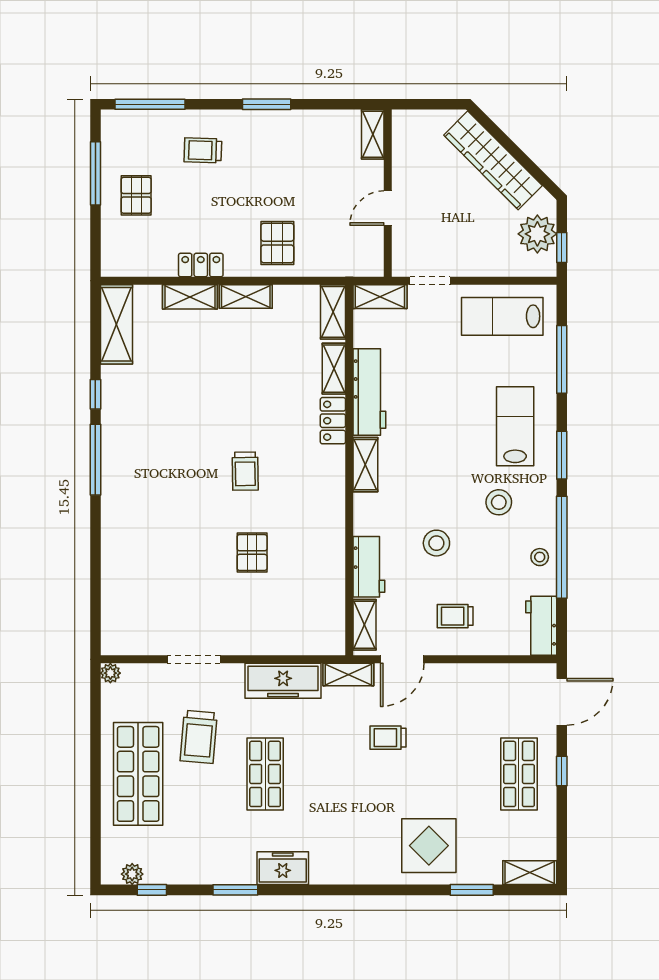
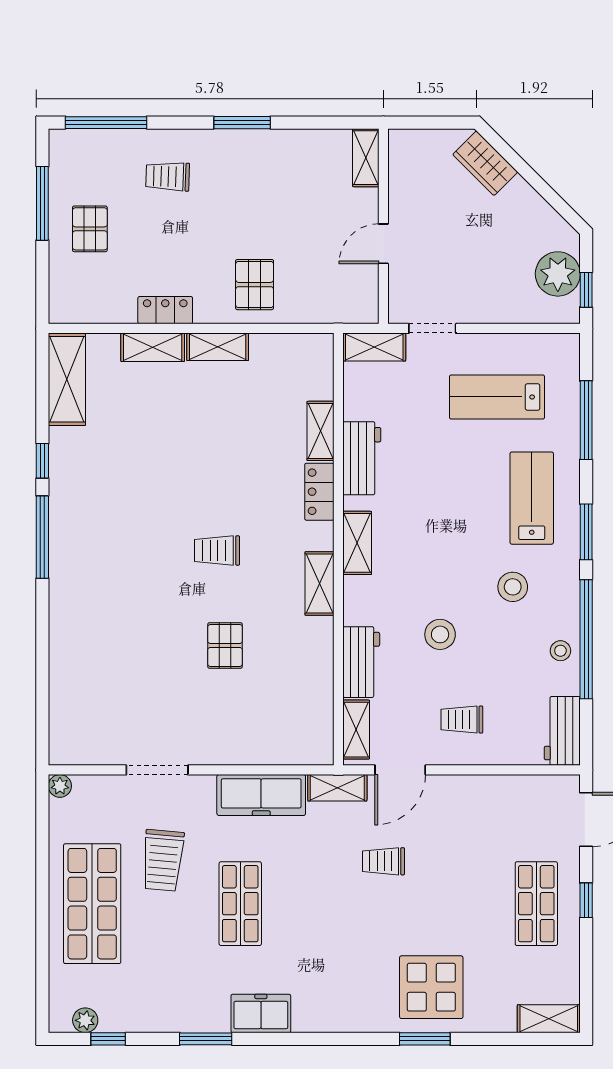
wardrobe: (493, 160) -> (485, 163), width x0.48, depth x0.85
shelving: (333, 312) -> (319, 583), moved
lab bench: (502, 316) -> (497, 397), moved
workbench: (369, 392) -> (362, 458), width x0.73
trolley: (245, 471) -> (217, 551), turned 91
window: (472, 890) -> (425, 1039), moved

